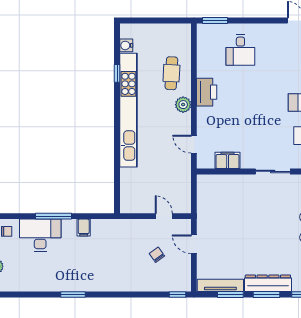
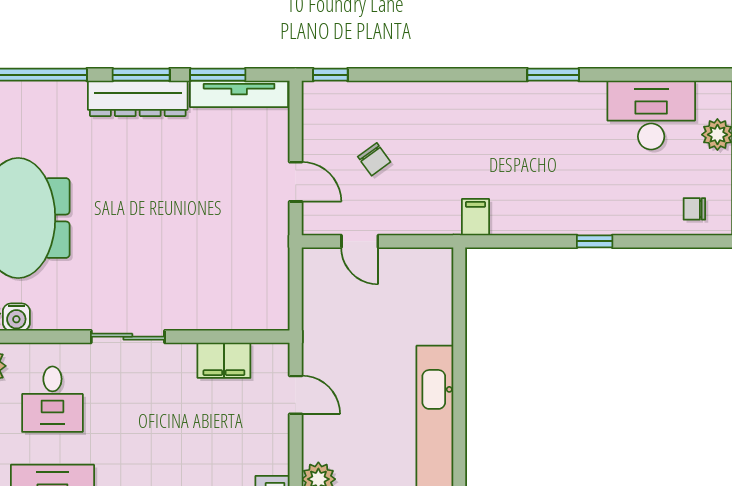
window: (53, 216) -> (595, 241), width x0.46
filing cabinet: (84, 228) -> (475, 217), moved
desk: (40, 235) -> (651, 115), moved, turned 180

